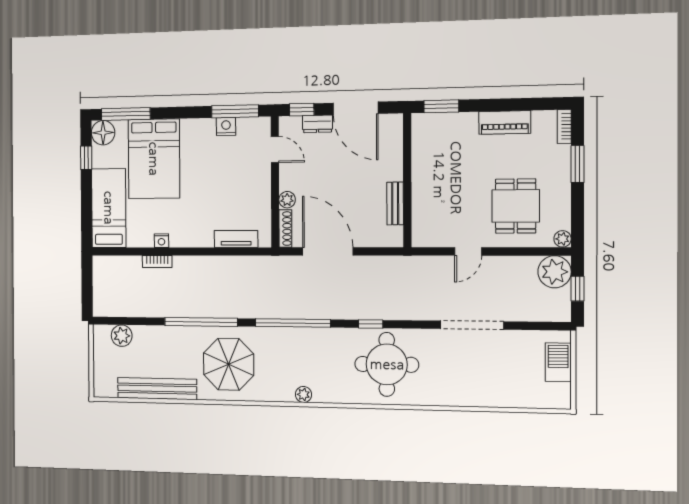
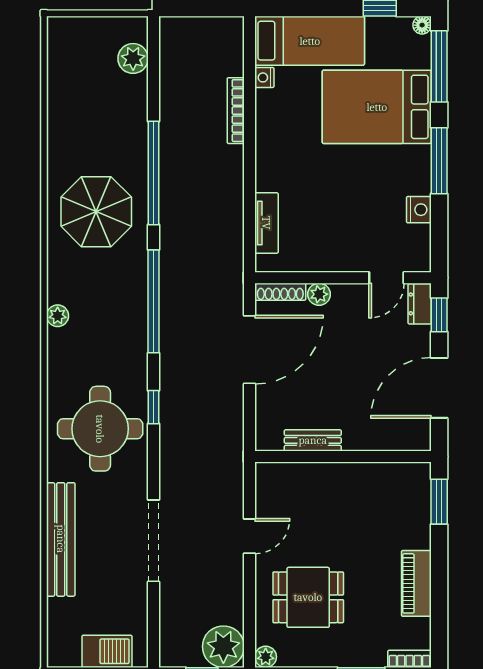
window: (235, 111) -> (439, 161), moved
dresser: (317, 124) -> (420, 304), moved
floor lamp: (103, 133) -> (422, 25), width x0.53, depth x0.53
nightstand: (161, 241) -> (264, 77), moved
door: (468, 251) -> (250, 536), swing flipped
bookcase: (157, 262) -> (236, 111), width x1.56
bench: (157, 389) -> (61, 539), moved

